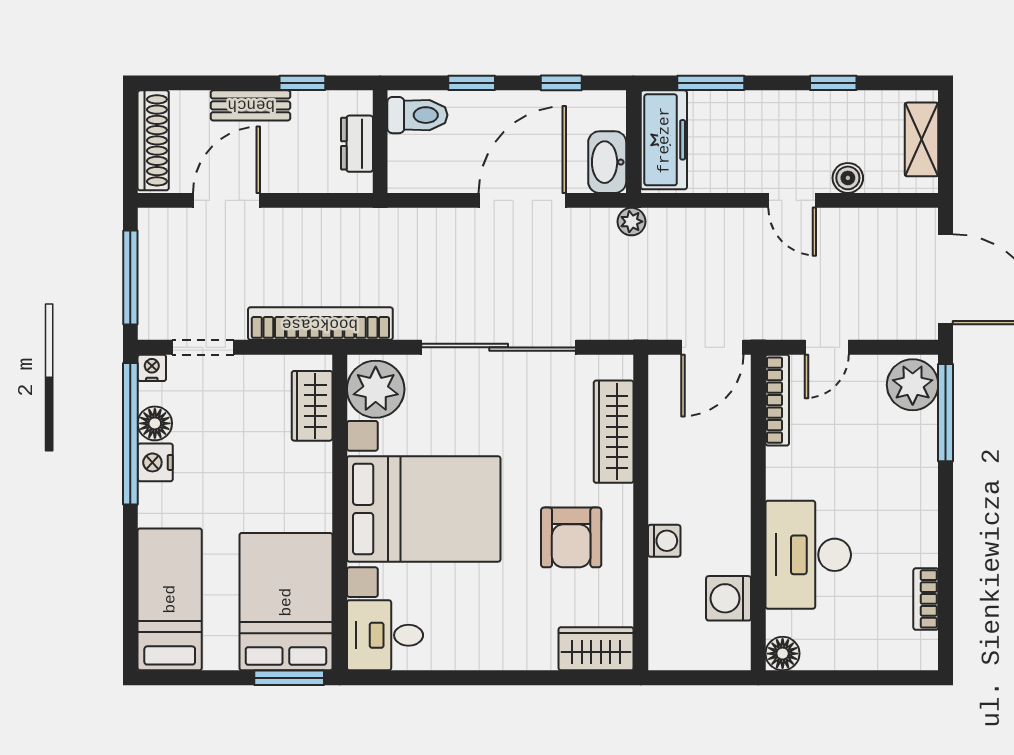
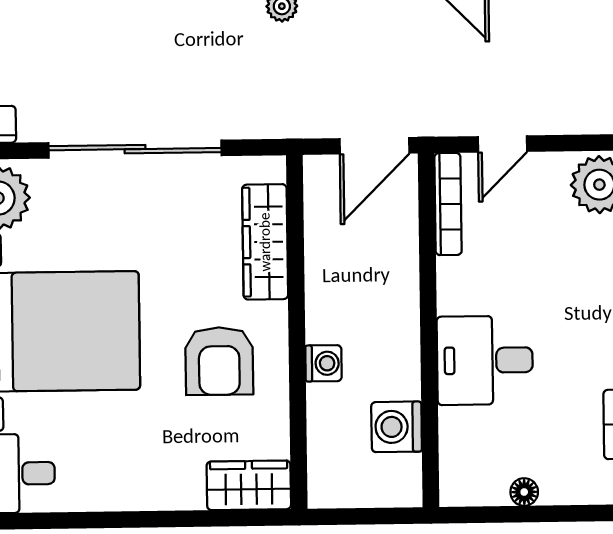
desk: (808, 555) -> (485, 360), width x0.73
floor lamp: (783, 654) -> (524, 492), moved, width x0.73, depth x0.73

